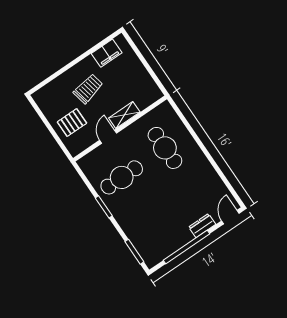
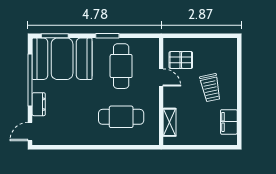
shelving: (124, 115) -> (170, 122), moved
pallet: (72, 123) -> (181, 60), moved, turned 90
door: (230, 217) -> (30, 131), swing flipped
booth: (150, 232) -> (62, 59), added

